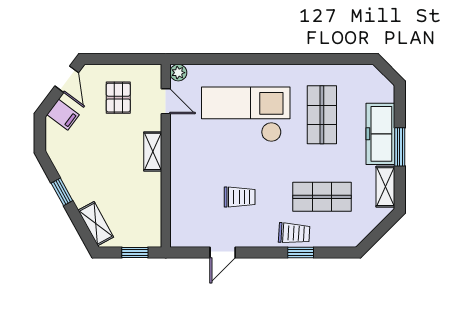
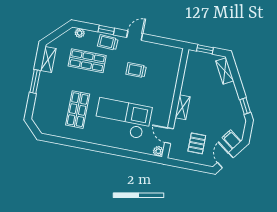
checkout: (246, 114) -> (123, 119), turned 180
freezer: (380, 134) -> (45, 91), removed
window: (62, 192) -> (245, 106), moved
plant: (343, 239) -> (80, 33), added
door: (223, 253) -> (135, 36), moved

